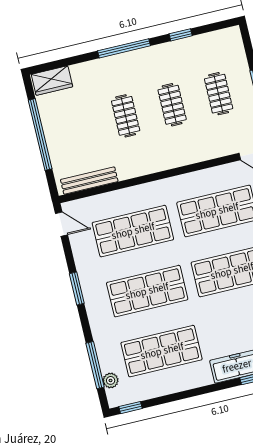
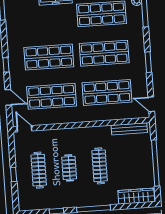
wardrobe: (52, 81) -> (136, 196), width x1.50
clothes rail: (219, 94) -> (39, 170), width x1.36
clothes rail: (126, 116) -> (100, 166), width x1.36

